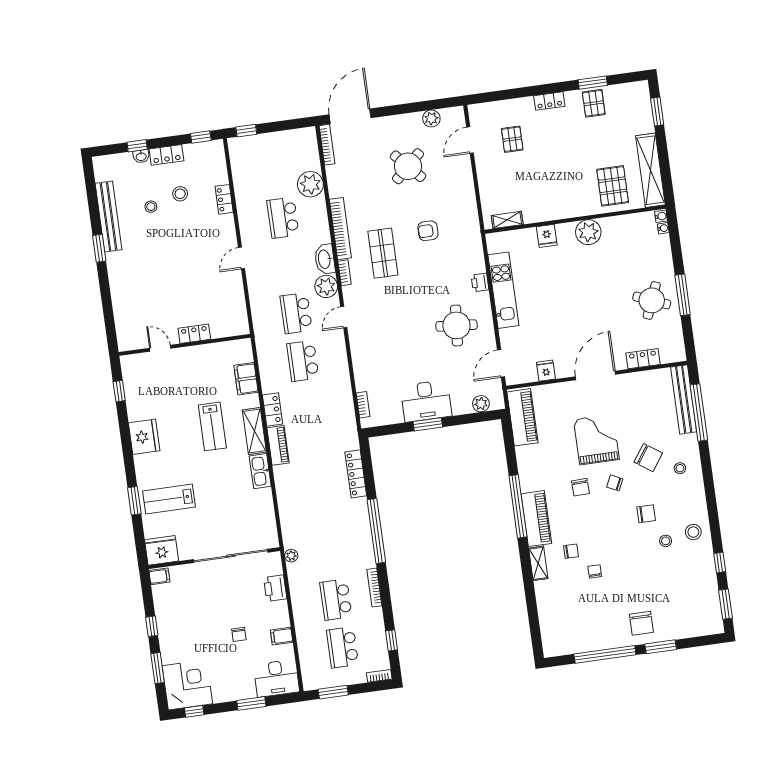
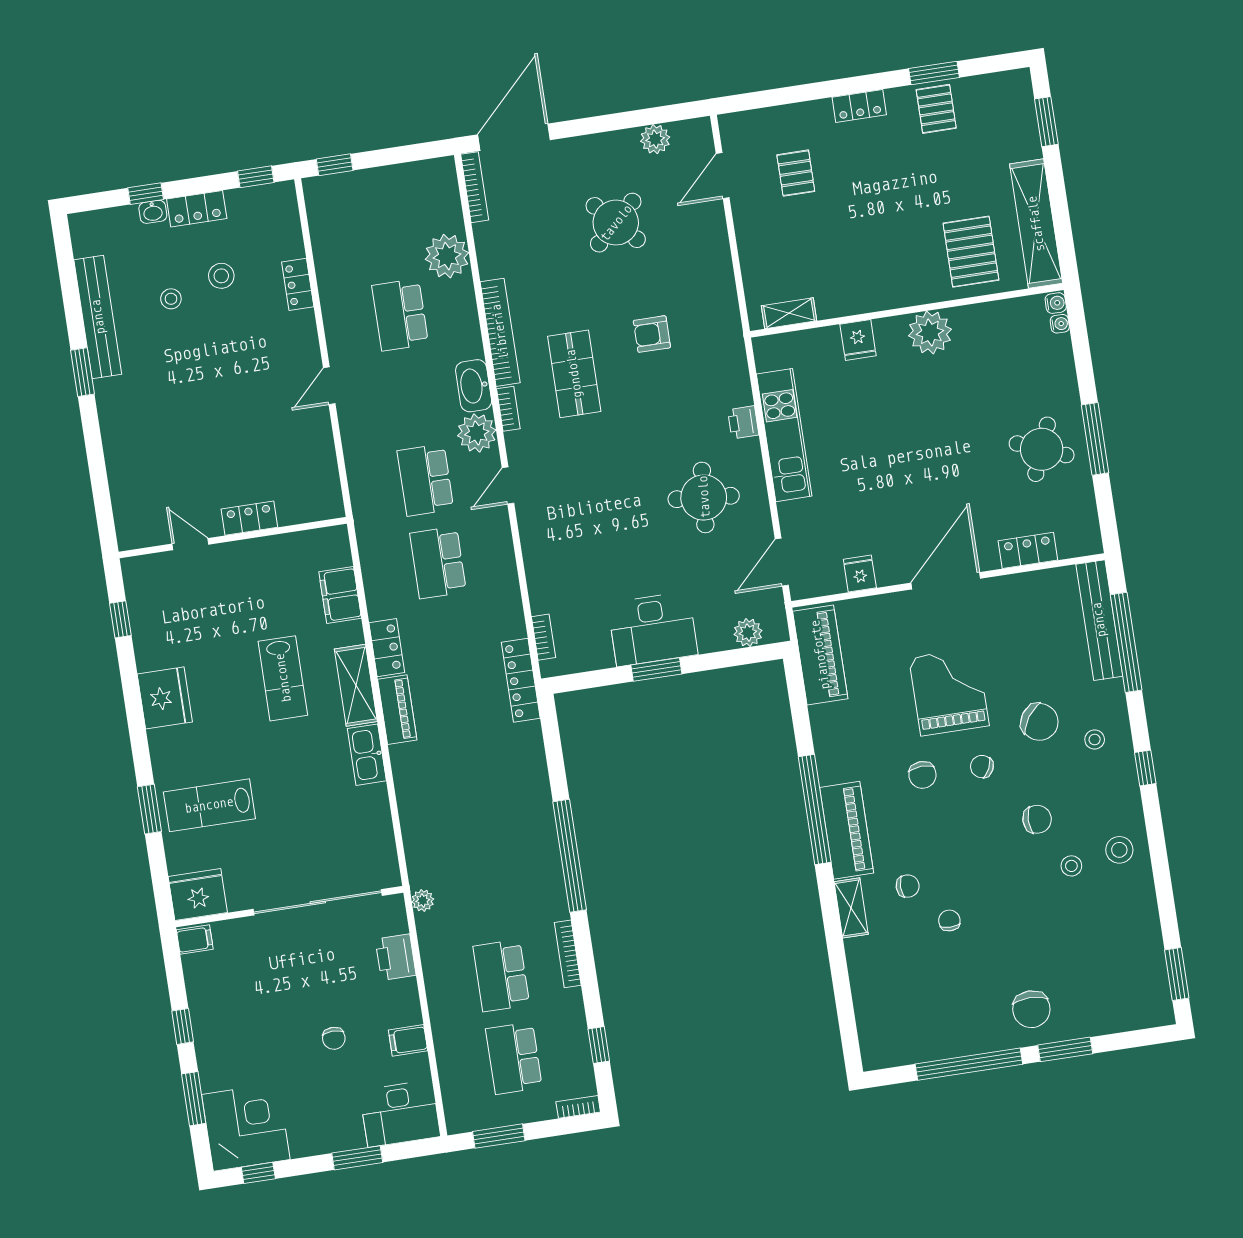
locker: (356, 474) -> (521, 680), moved
window: (720, 563) -> (1145, 768), moved

